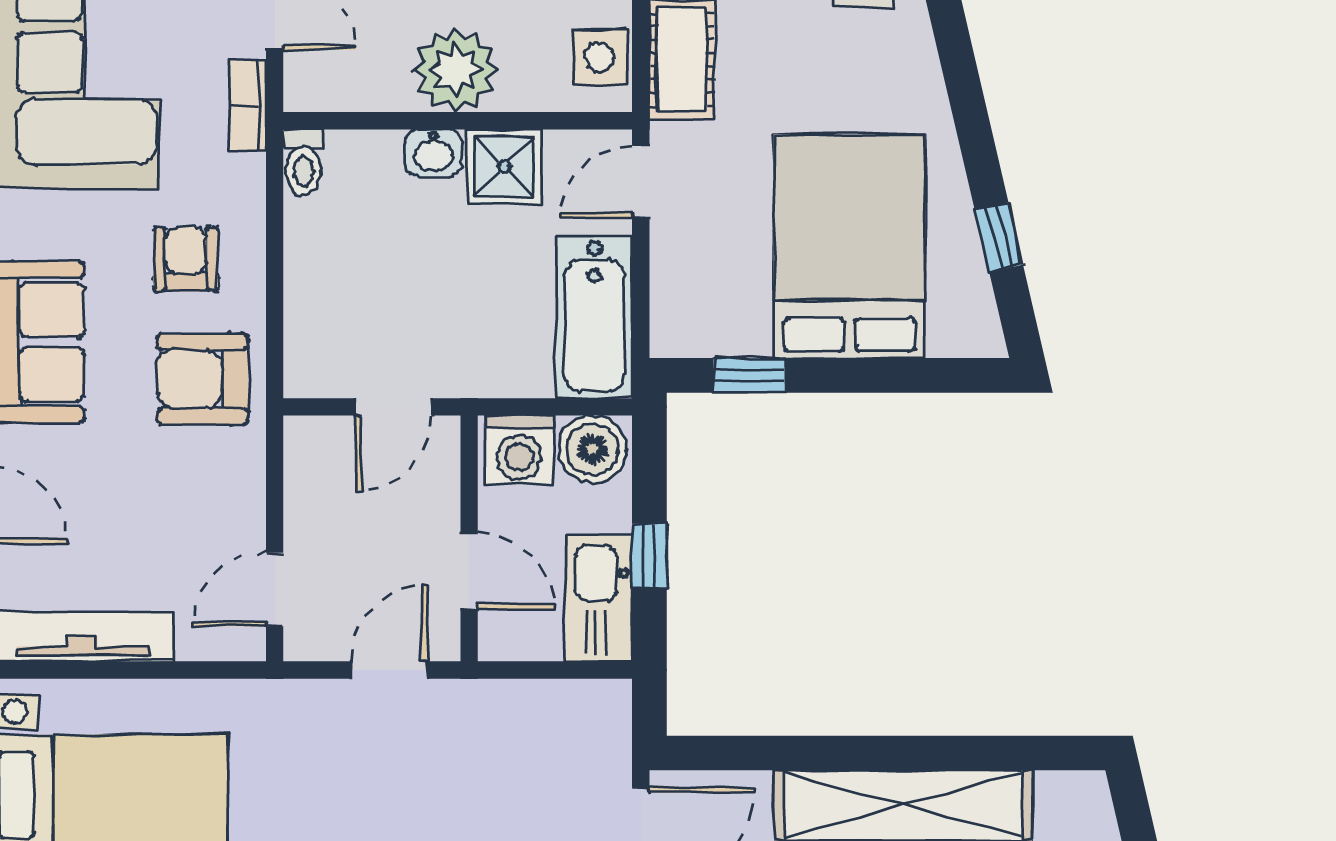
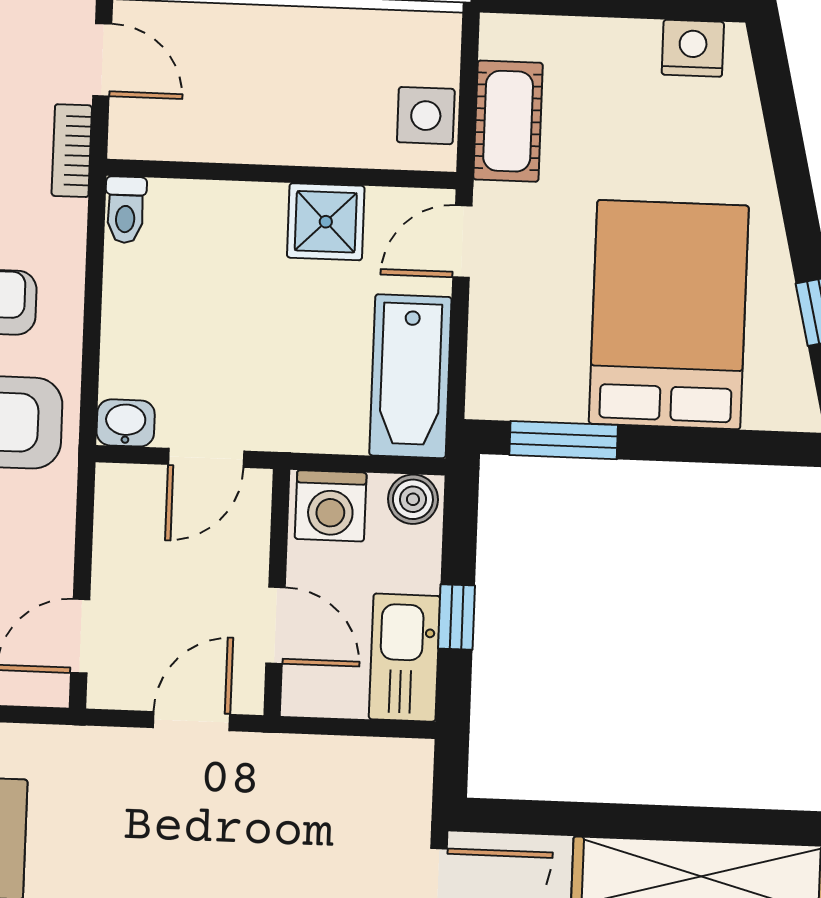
plant: (455, 70) -> (281, 123), removed
washbasin: (433, 153) -> (126, 423), moved, turned 180
window: (749, 375) -> (564, 440), width x1.50
boiler: (592, 449) -> (413, 499), width x0.73, depth x0.73

